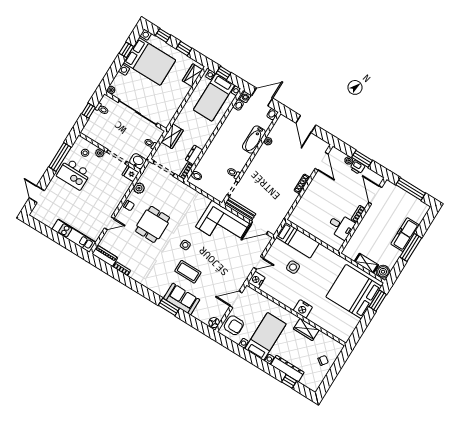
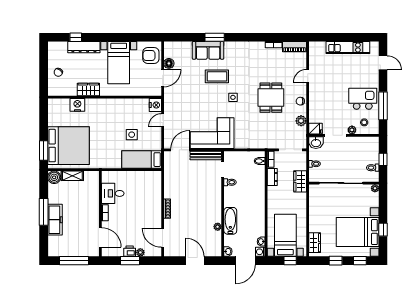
kitchen unit: (74, 236) -> (348, 47), moved
nightstand: (303, 309) -> (77, 105), moved
floor lamp: (214, 323) -> (169, 63), moved

